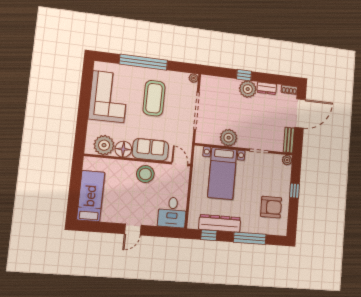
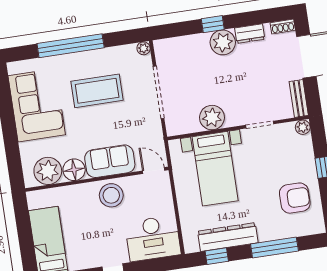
coffee table: (154, 98) -> (97, 91), turned 90
desk: (172, 212) -> (153, 238), width x1.37

